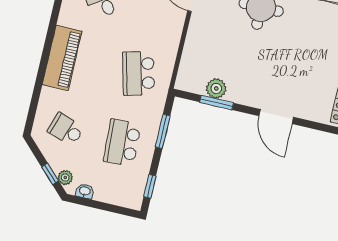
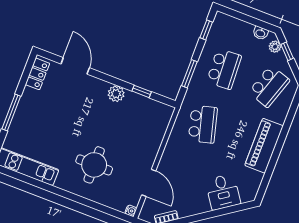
plant: (216, 88) -> (116, 94), moved
window: (217, 103) -> (142, 91), width x0.67
door: (276, 117) -> (75, 66), moved
school desk: (66, 129) -> (269, 86), width x1.85

